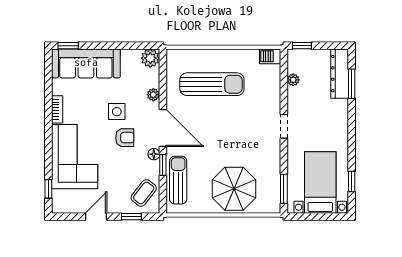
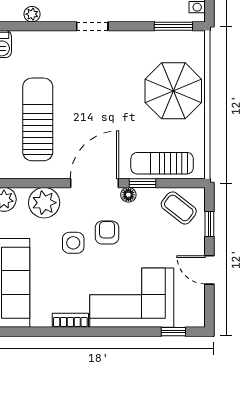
plant: (153, 95) -> (44, 203), width x1.88, depth x1.88

